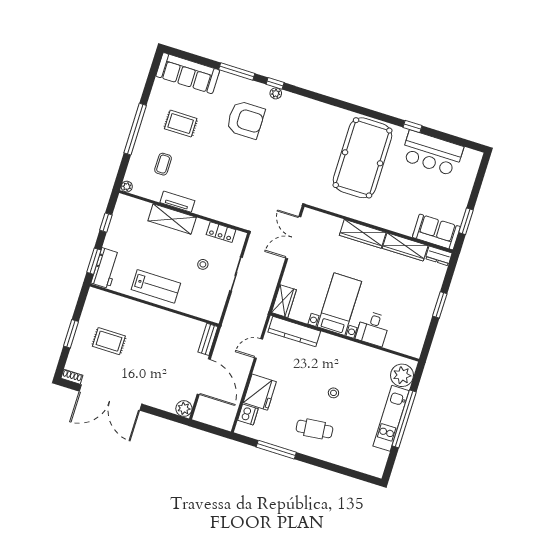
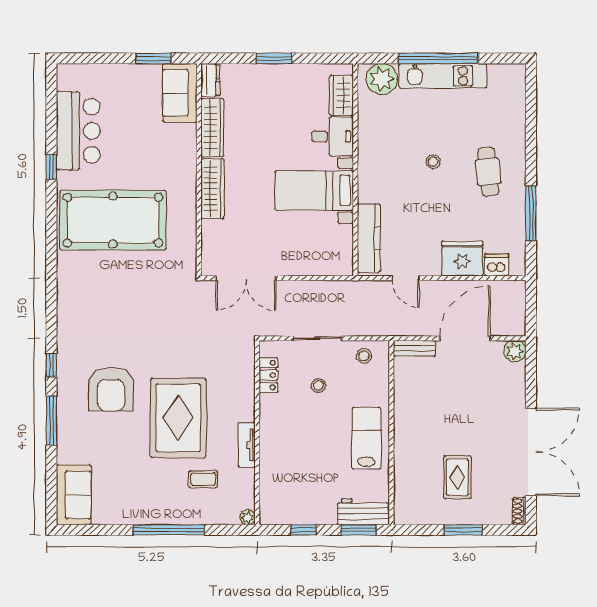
sofa: (188, 73) -> (74, 495), width x0.73
plant: (276, 93) -> (64, 360), removed
armchair: (246, 120) -> (111, 389), turned 180
rug: (181, 124) -> (178, 418), moved, width x1.86, depth x2.06
shelving: (172, 219) -> (271, 445), removed
wardrobe: (284, 301) -> (342, 95), moved, turned -90
stool: (214, 303) -> (364, 356), added

